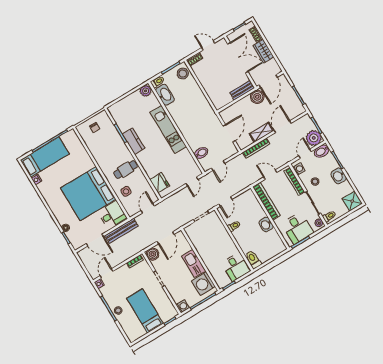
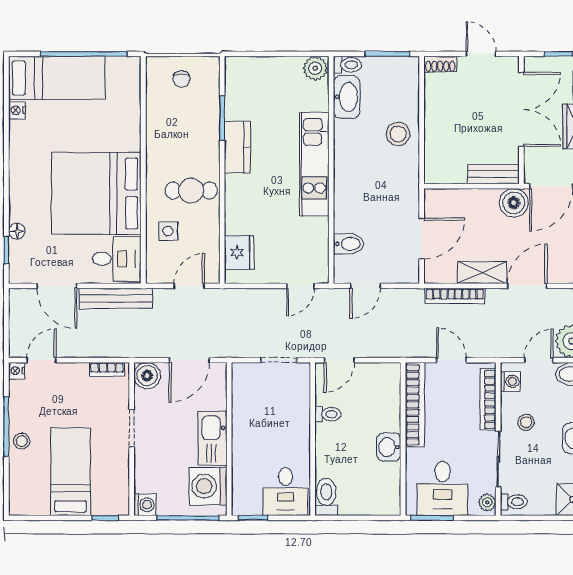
stool: (183, 74) -> (398, 134), moved

